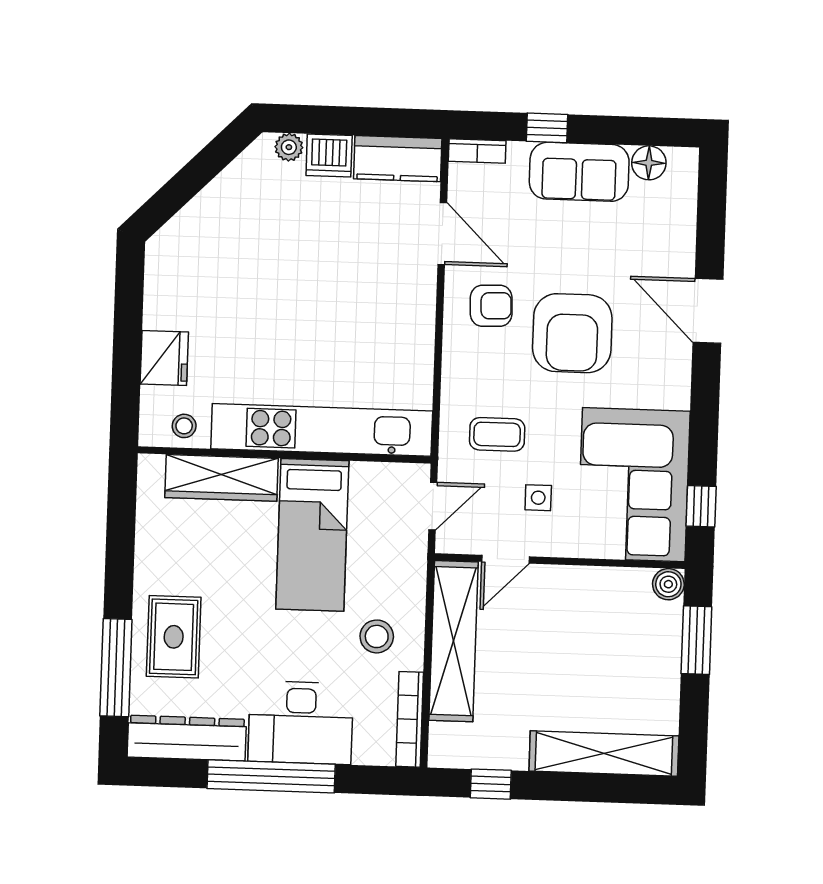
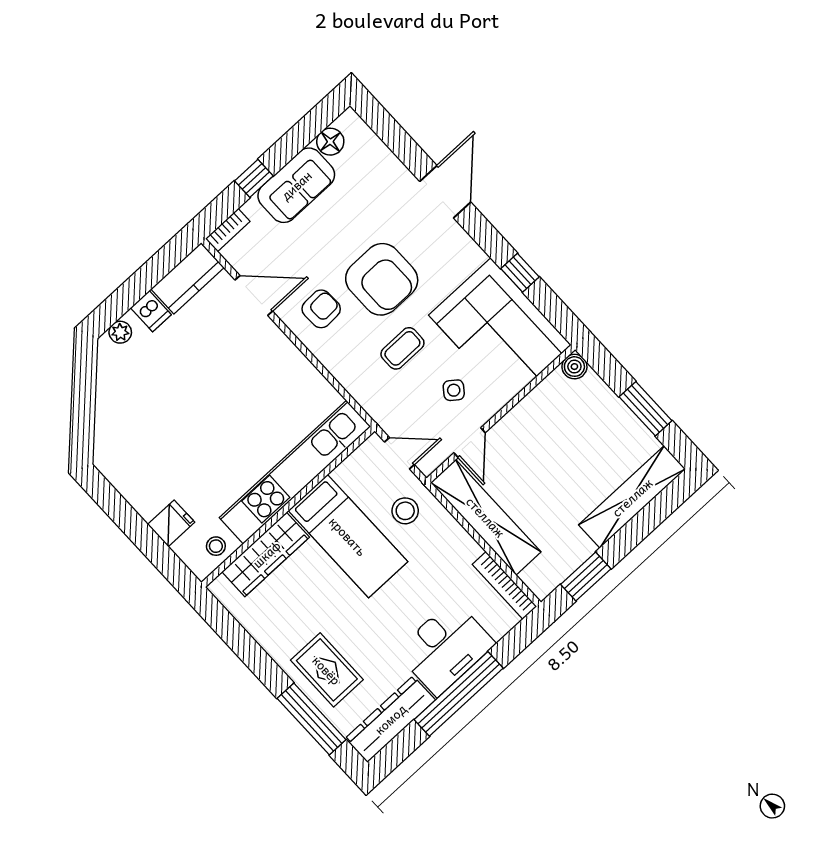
dishwasher: (329, 155) -> (151, 311), width x0.73
door: (708, 311) -> (445, 192), swing flipped
fridge: (164, 358) -> (171, 523), width x0.72
coffee table: (497, 434) -> (402, 348), moved
side table: (538, 498) -> (454, 390), turned 37
door: (433, 506) -> (399, 453), hinge flipped
window: (701, 506) -> (520, 273), moved
stool: (377, 636) -> (405, 511), moved
window: (696, 640) -> (646, 409), moved
window: (491, 784) -> (586, 577), width x1.50

